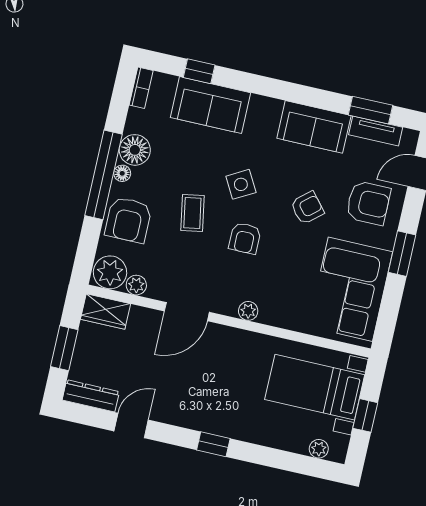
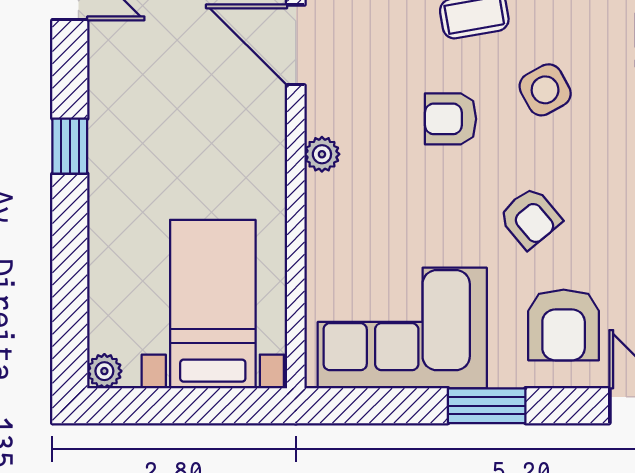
window: (365, 415) -> (183, 406), removed
plant: (319, 449) -> (104, 371), moved

